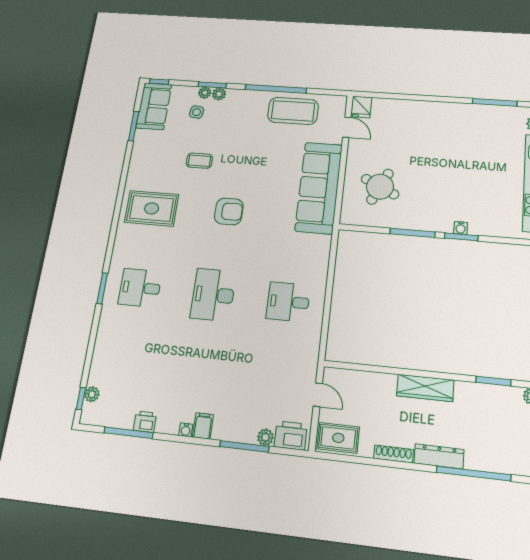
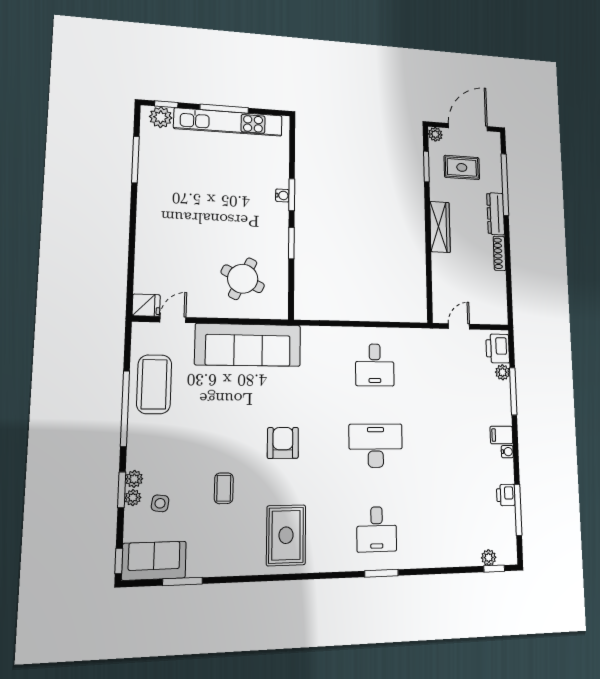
window: (413, 233) -> (291, 243), width x0.69
desk: (213, 295) -> (376, 446), turned 180
rug: (338, 438) -> (462, 167), moved, turned 90

